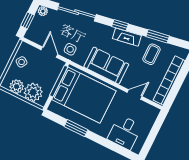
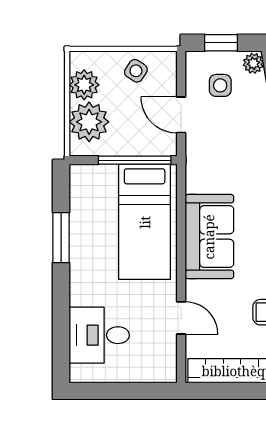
side table: (70, 49) -> (220, 85), moved
door: (49, 52) -> (181, 115), swing flipped
bed: (84, 95) -> (145, 222), width x0.67

